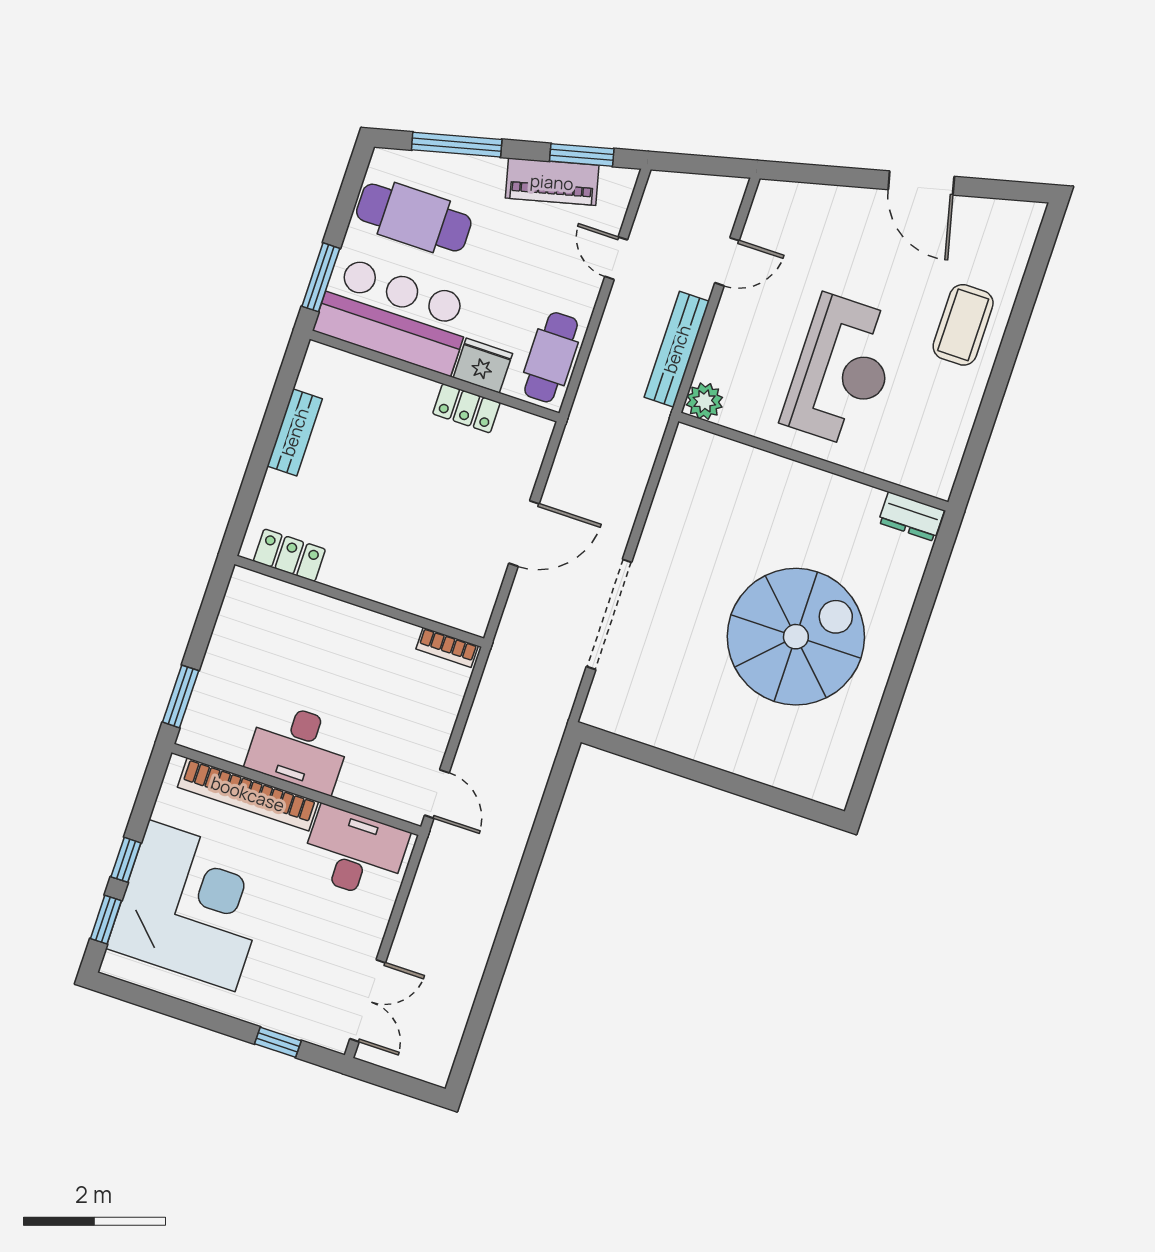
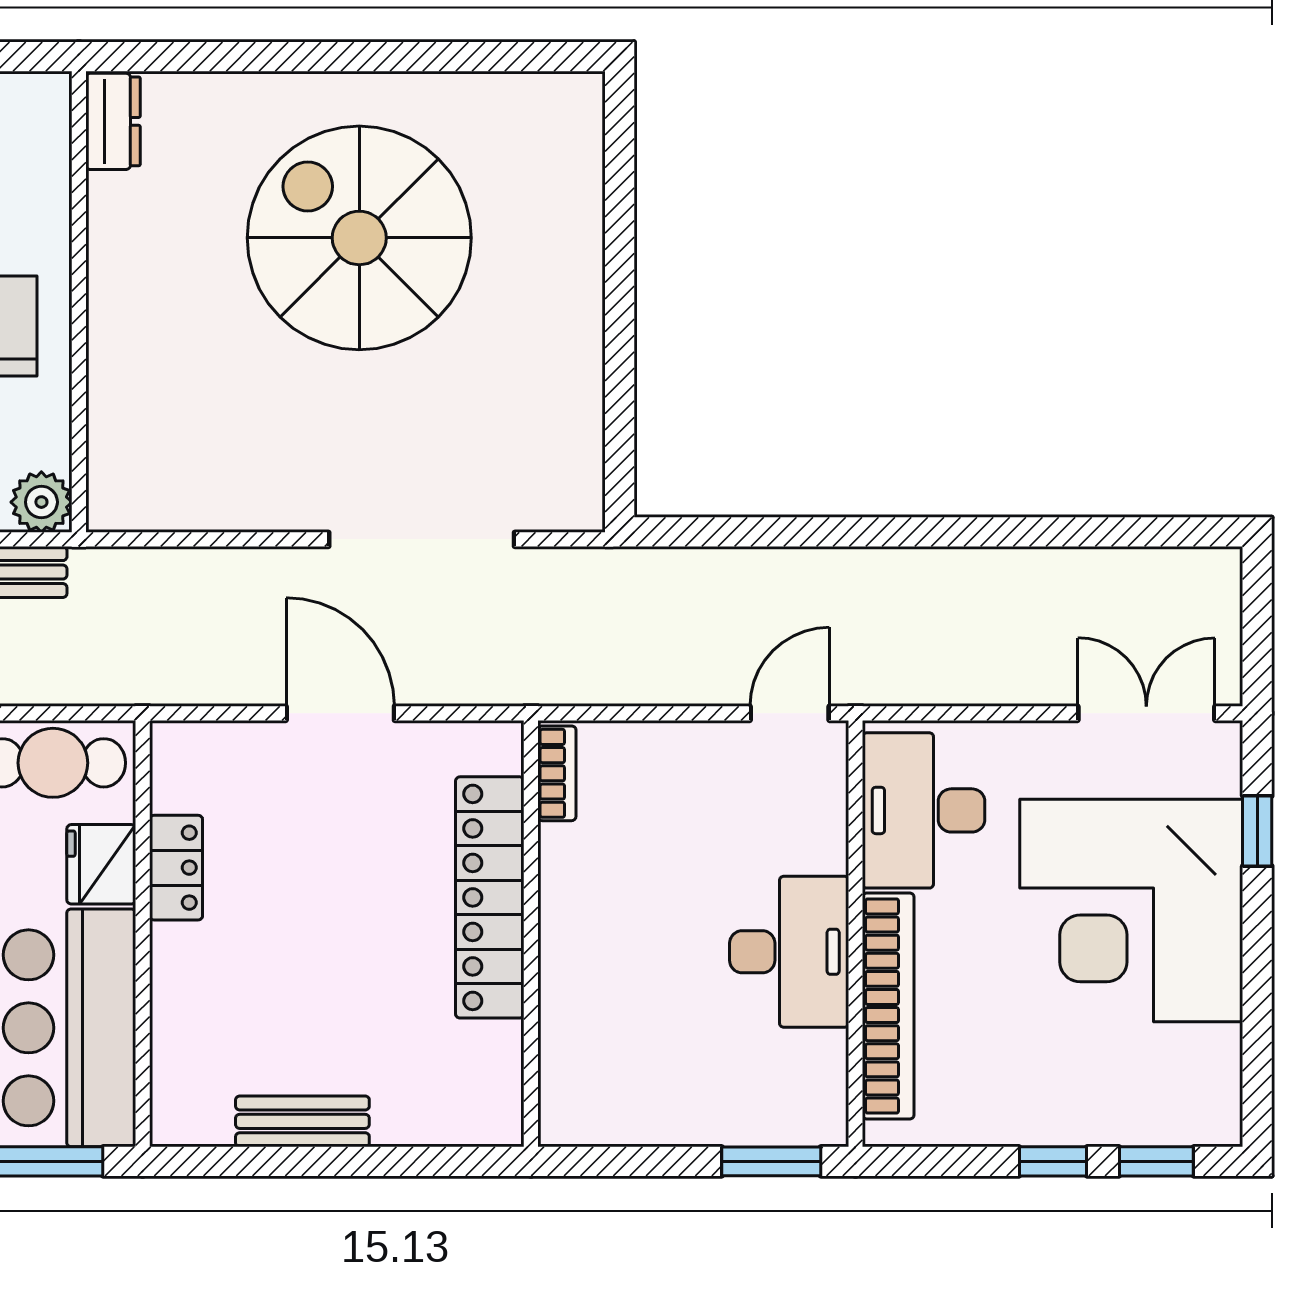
locker: (289, 555) -> (490, 897), moved, width x2.16, depth x1.21
corner desk: (192, 906) -> (1131, 911), moved, turned -90

